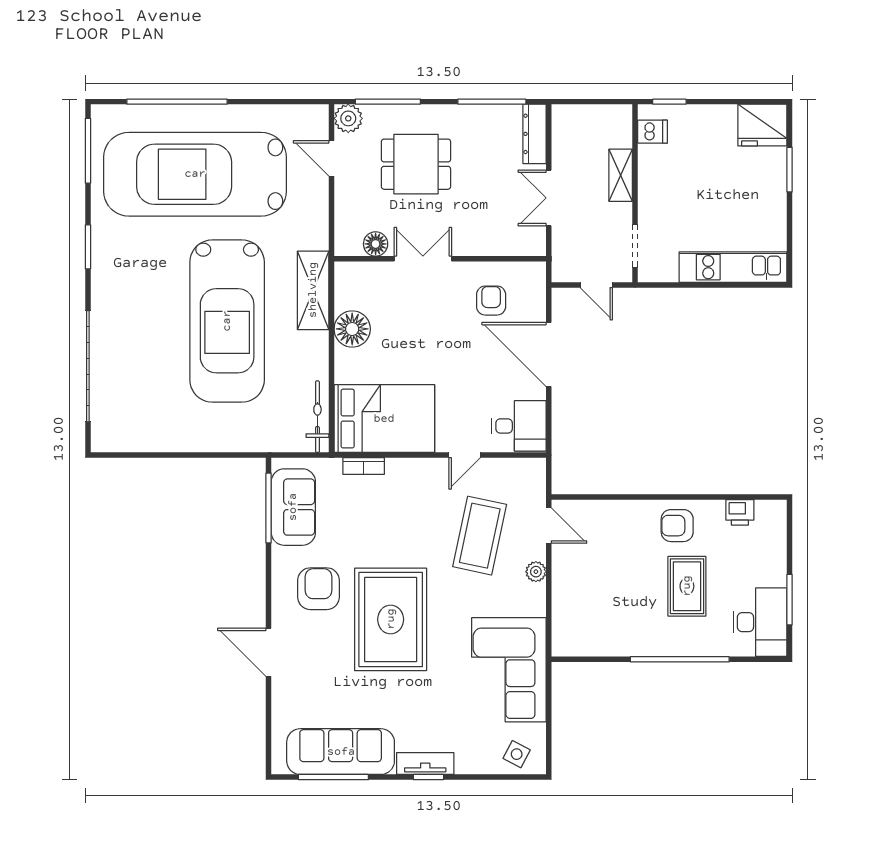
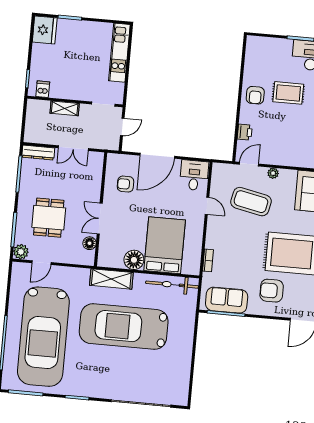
car: (227, 321) -> (124, 327), turned 180
bicycle: (317, 417) -> (172, 285), width x1.37, depth x1.40
bed: (384, 419) -> (165, 245), moved
printer: (740, 512) -> (245, 132), moved

